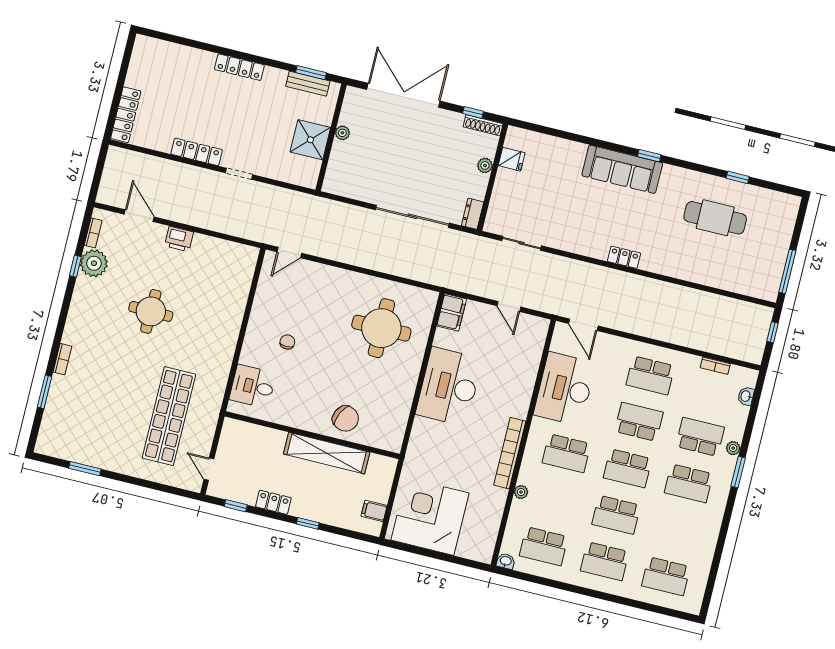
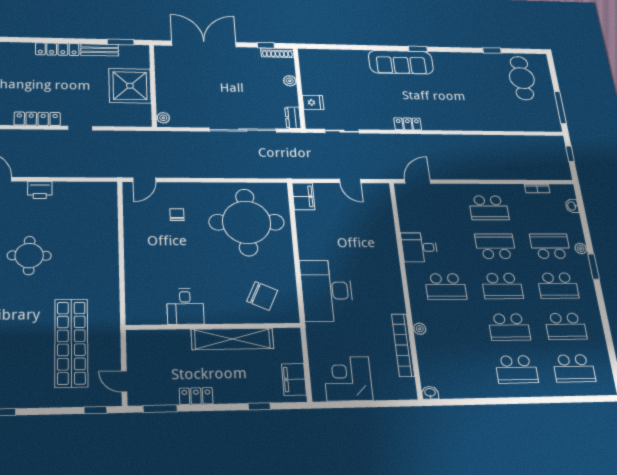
bench: (308, 84) -> (100, 50), moved
plant: (342, 133) -> (163, 118), moved
shower: (310, 140) -> (130, 86), width x1.37, depth x1.37
fridge: (512, 159) -> (313, 102), moved
cafe table: (715, 218) -> (522, 78), moved, turned 90
locker: (624, 257) -> (408, 124), moved
door: (583, 325) -> (418, 181), swing flipped
round table: (381, 328) -> (247, 222), width x1.36, depth x1.36
chair: (287, 342) -> (177, 215), moved
desk: (253, 386) -> (185, 306), moved, turned -90
desk: (449, 387) -> (327, 291), moved
desk: (565, 389) -> (419, 247), width x0.53, depth x0.77
chair: (346, 419) -> (262, 296), moved
bookcase: (510, 453) -> (403, 345), moved
window: (174, 491) -> (95, 410), added
window: (236, 506) -> (160, 409), width x1.50
filing cabinet: (374, 511) -> (294, 379), width x2.00
corner desk: (430, 517) -> (348, 379), width x0.74, depth x0.74
window: (308, 523) -> (259, 406), moved
school desk: (544, 546) -> (566, 326), moved

